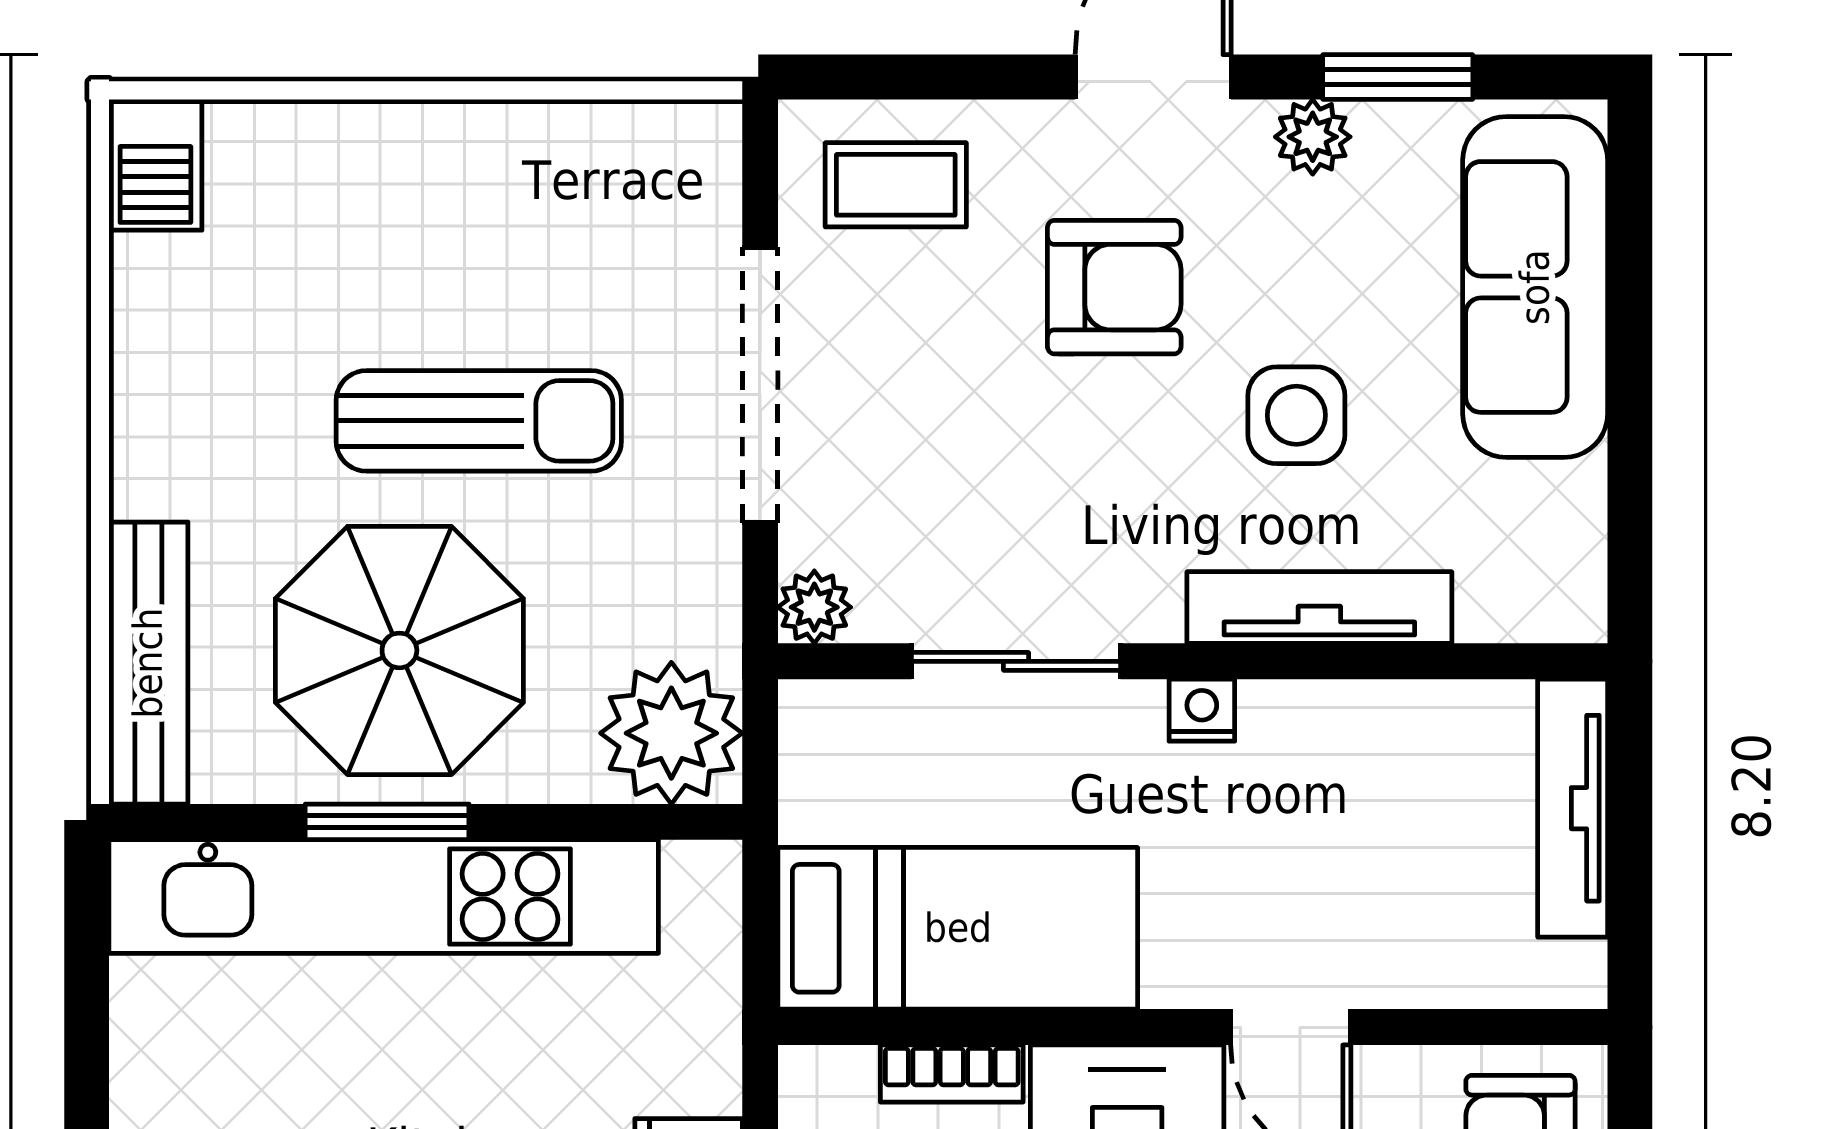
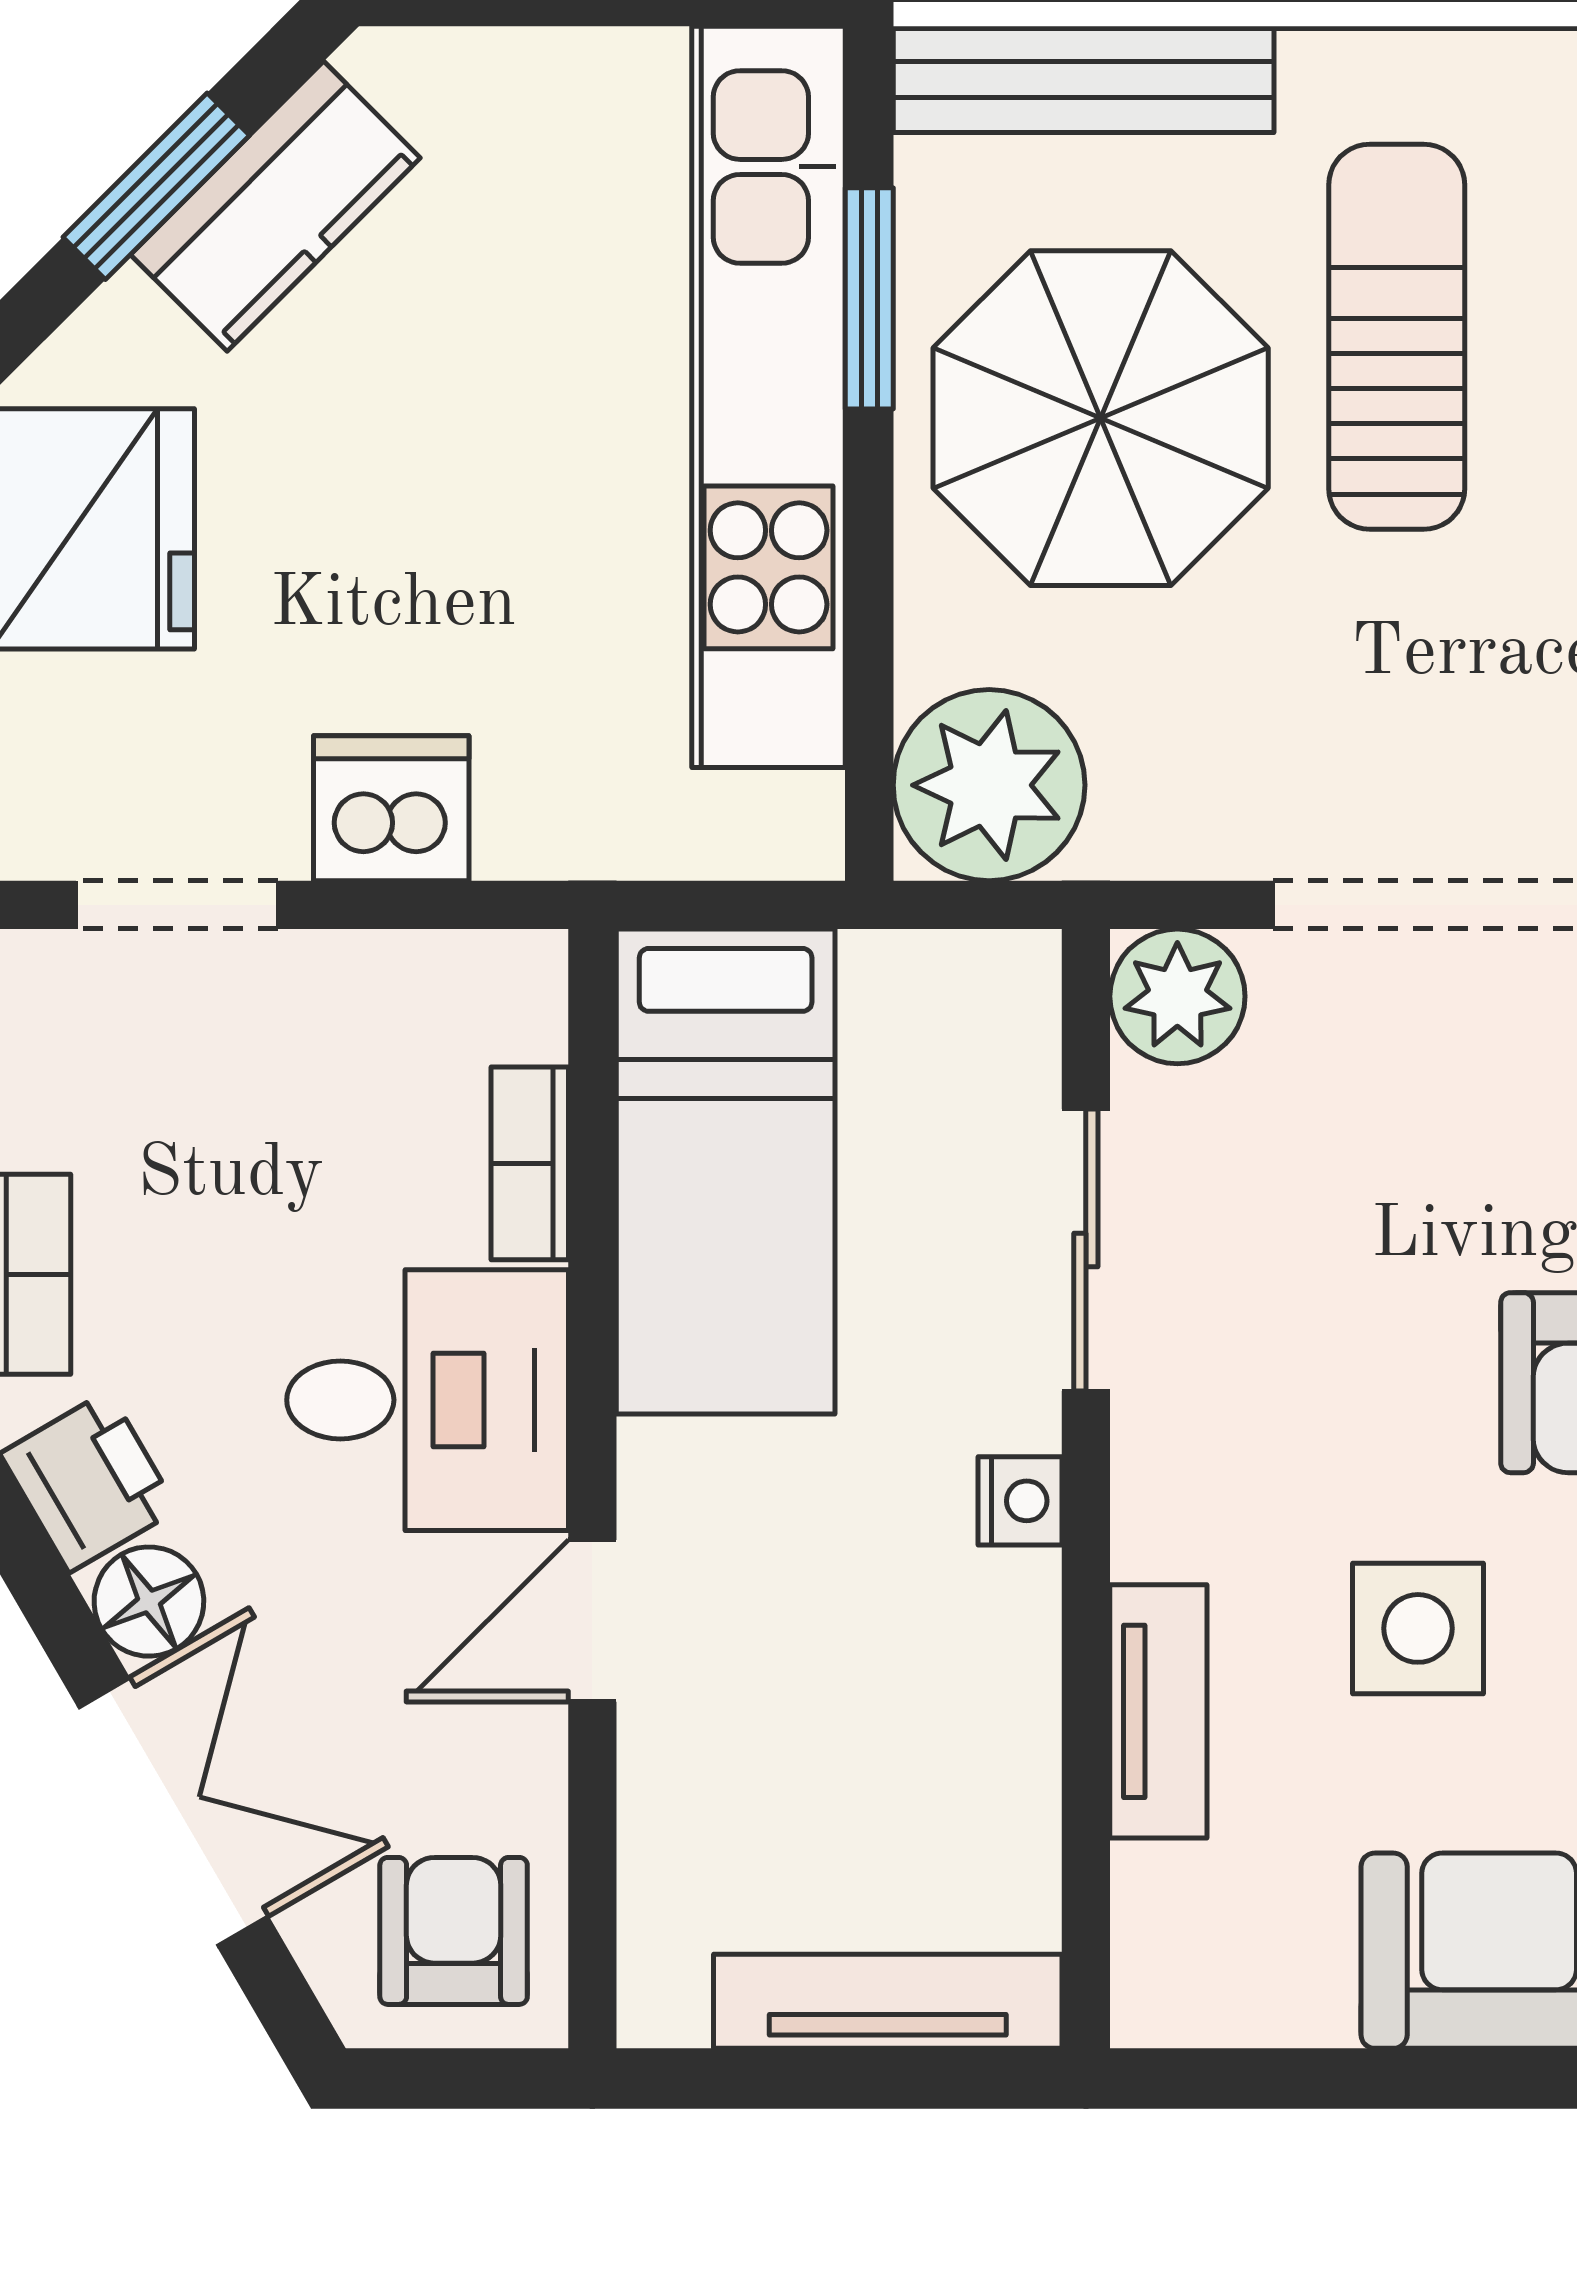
sun lounger: (479, 421) -> (1397, 337), moved, turned 180
plant: (814, 607) -> (1177, 996), width x1.38, depth x1.38
tv unit: (1319, 608) -> (1158, 1711), width x0.71
window: (387, 822) -> (869, 298), moved

